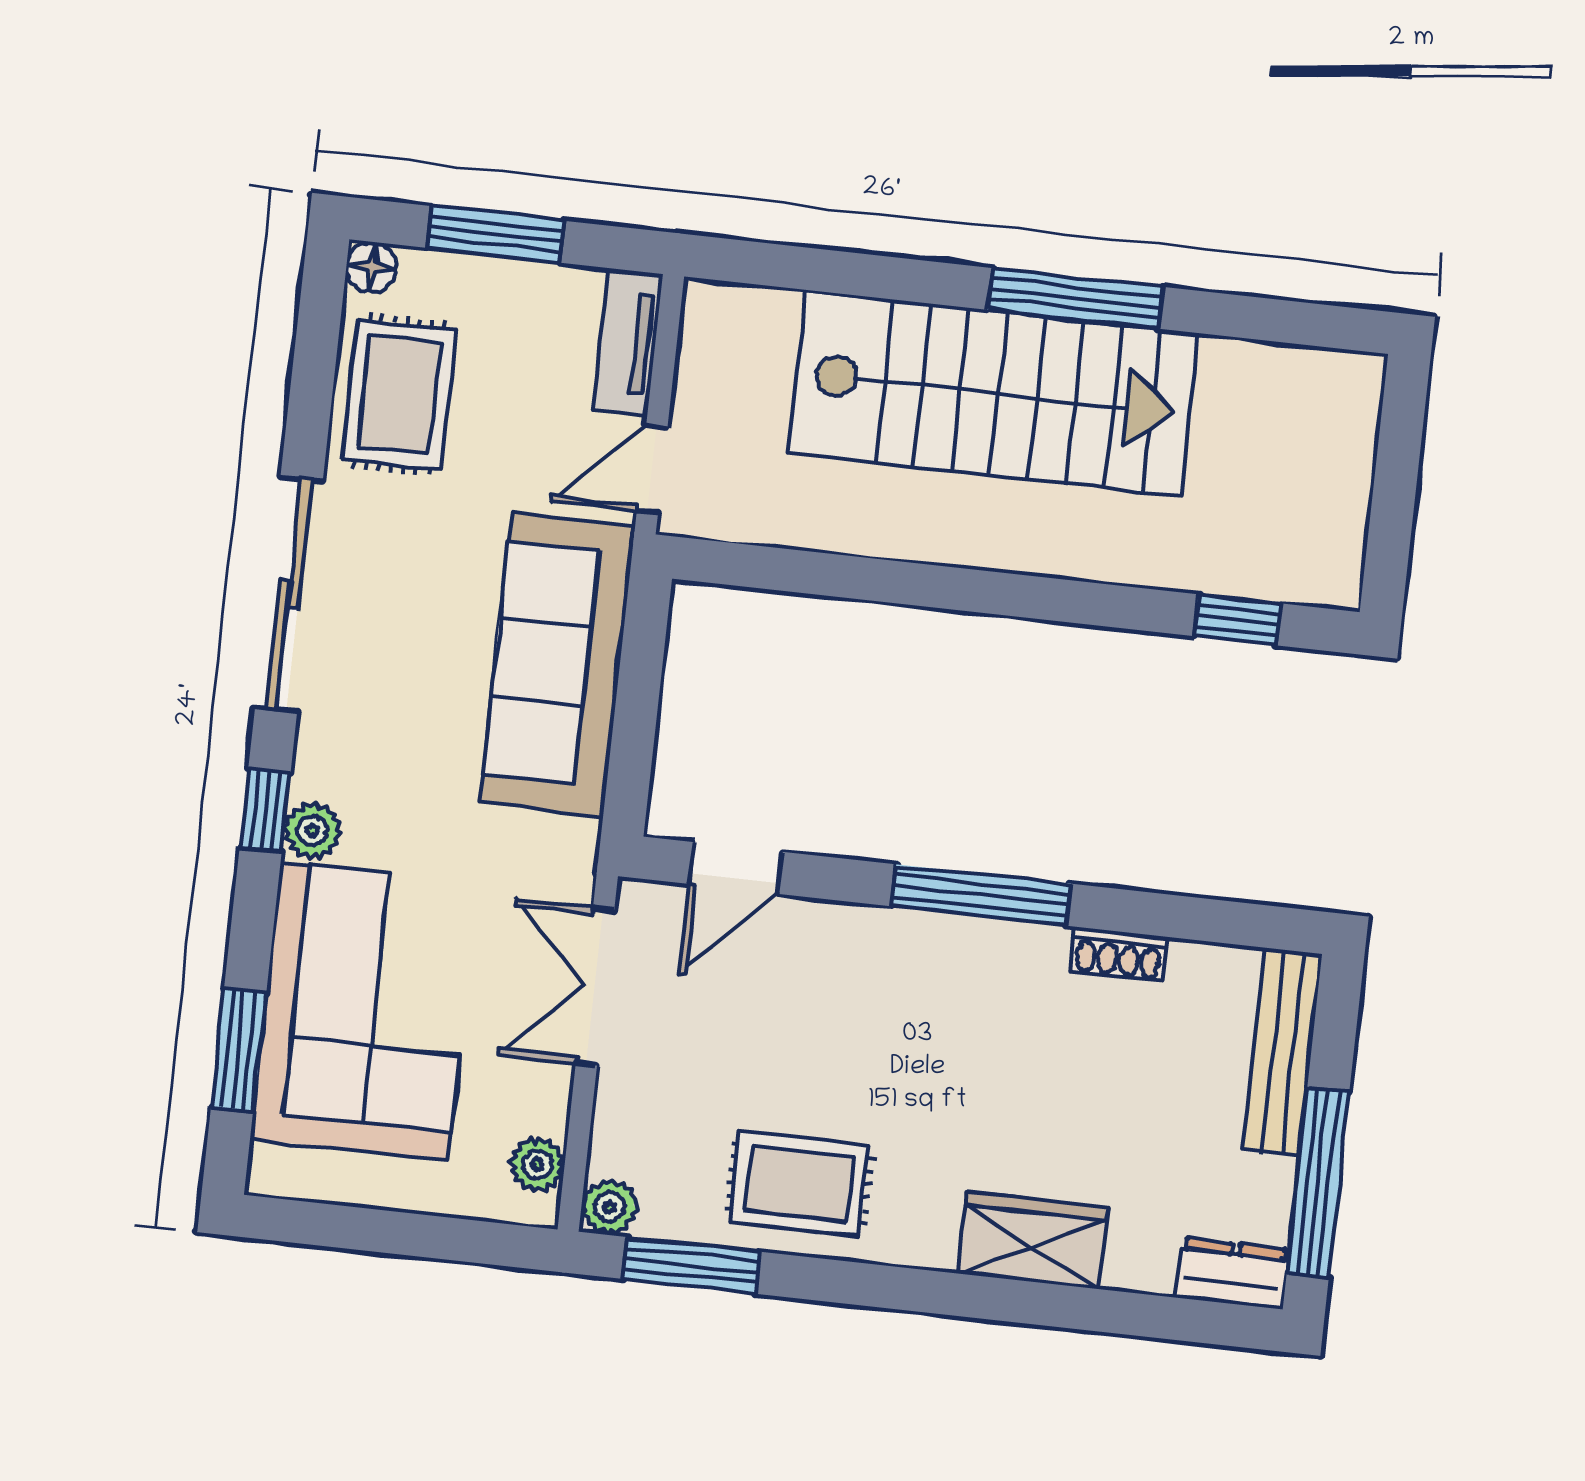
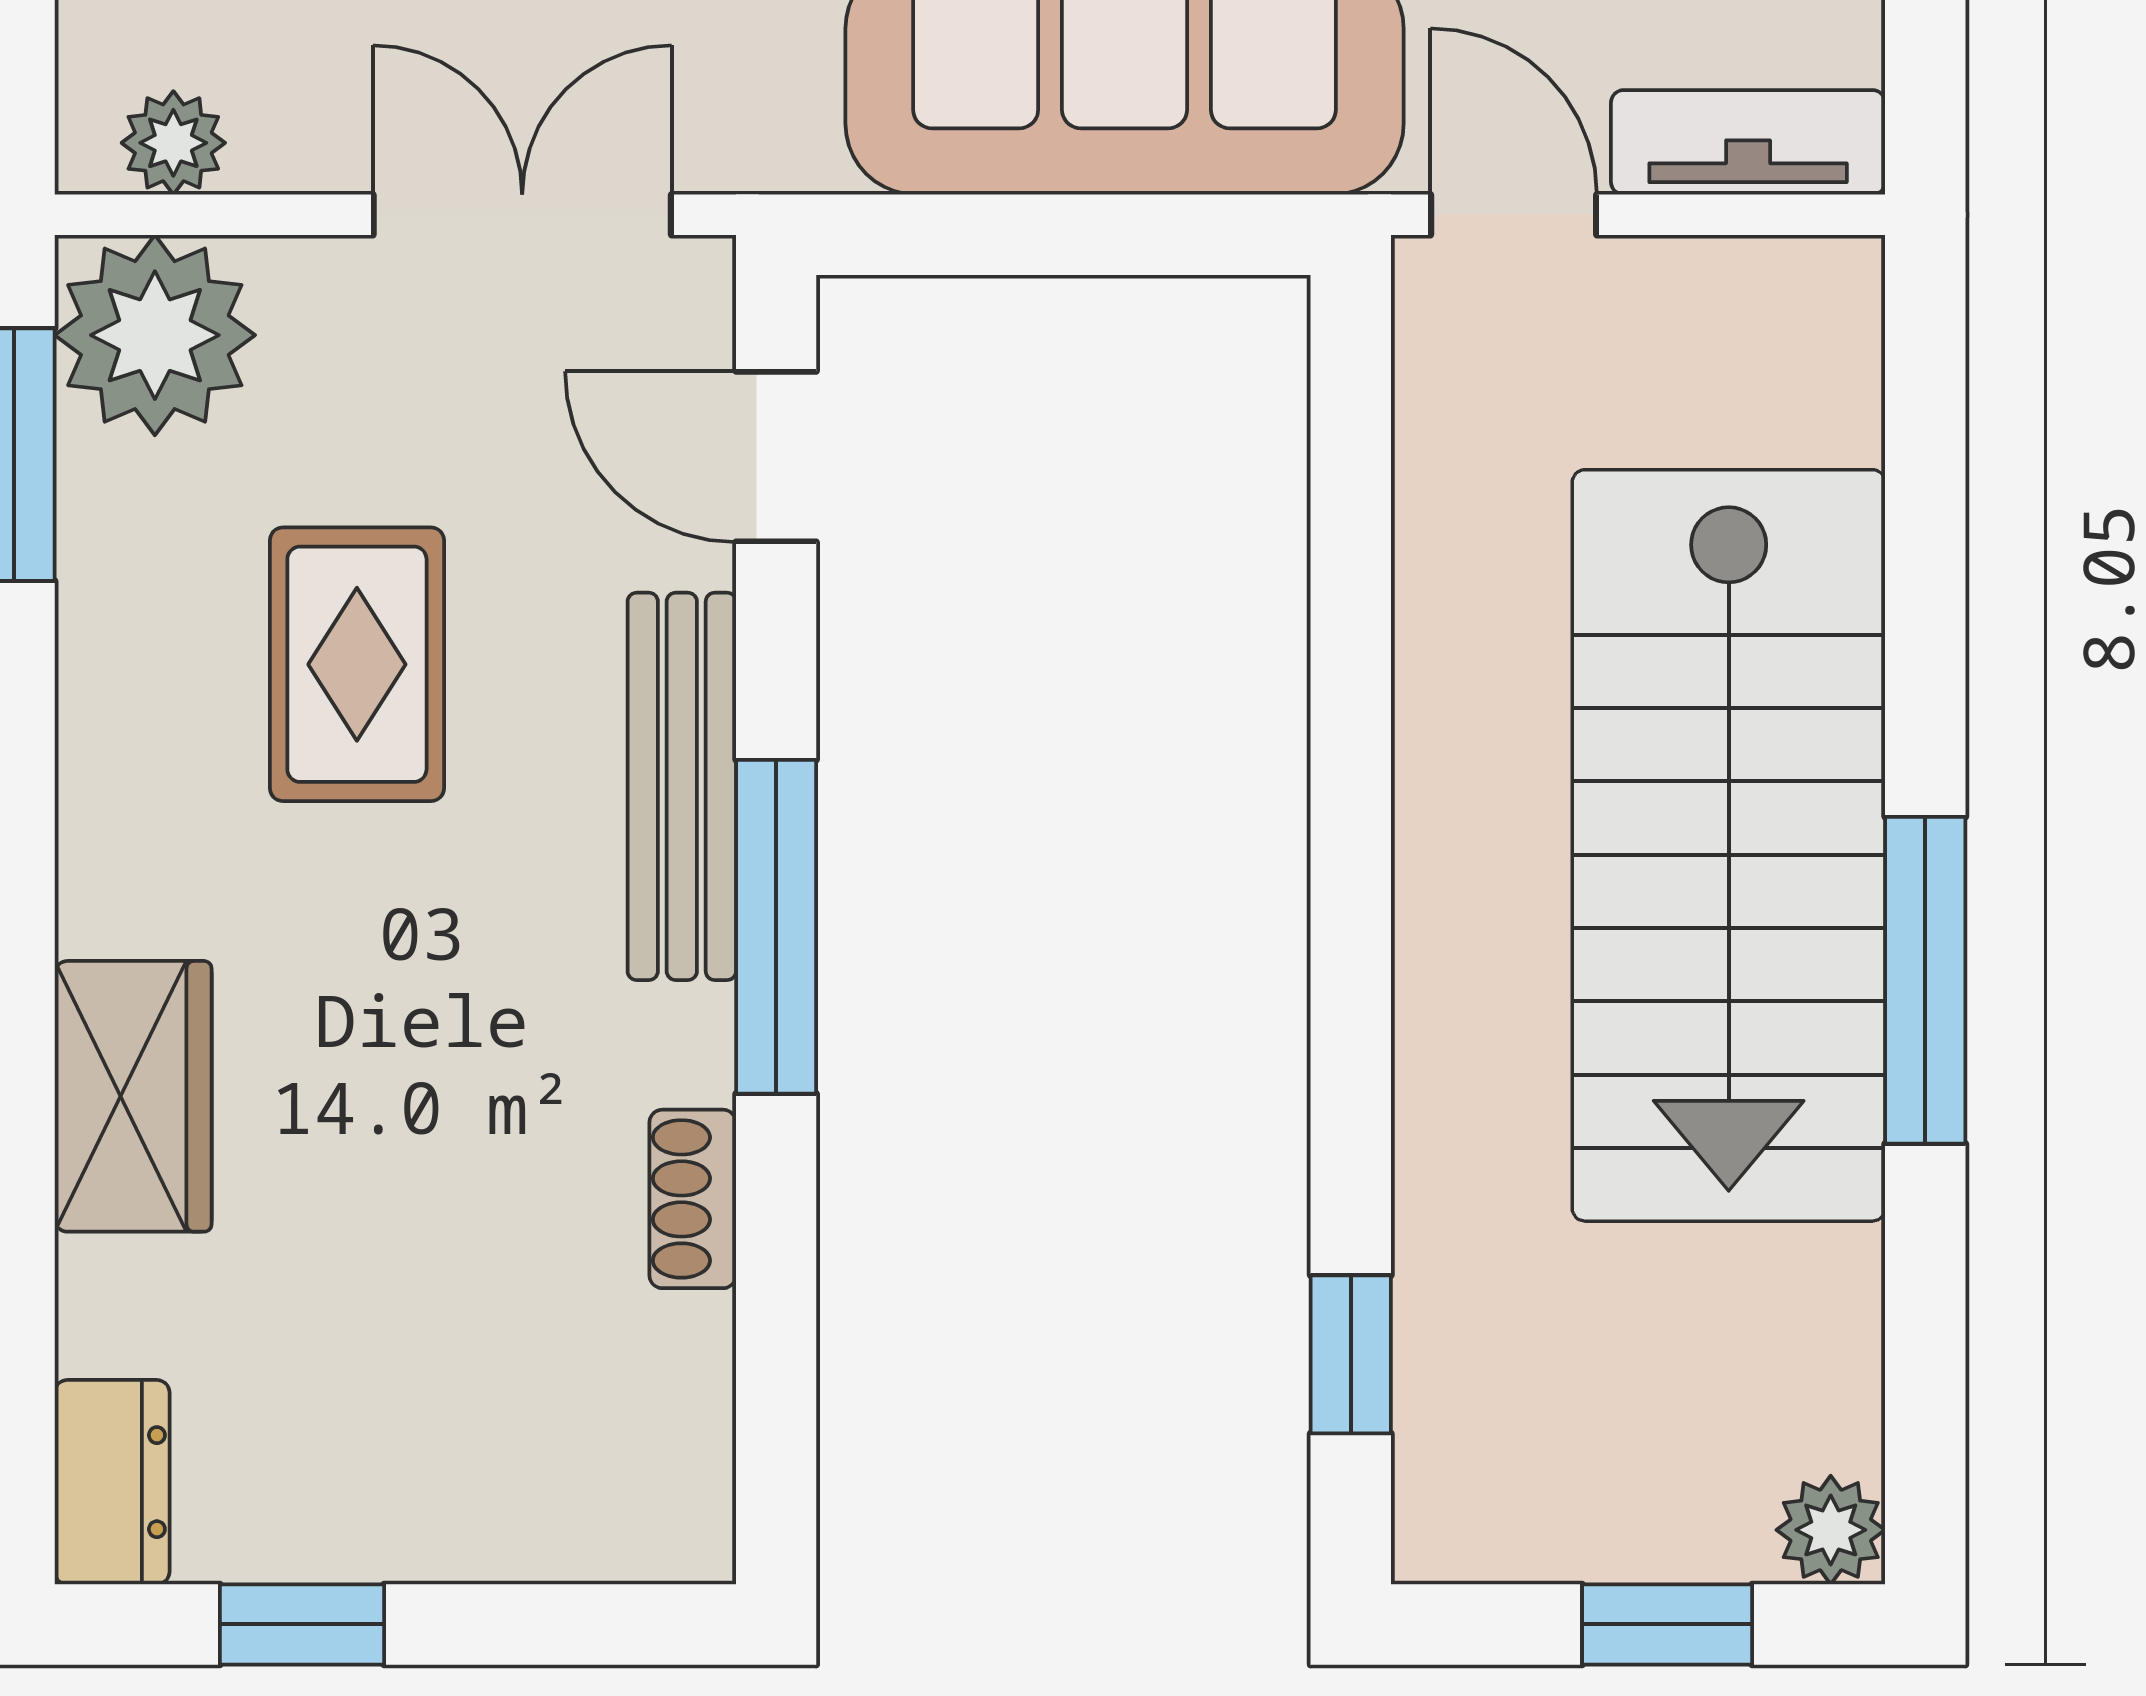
plant: (1357, 379) -> (1831, 1530), added
window: (1397, 470) -> (1667, 1624), added
bench: (1283, 1052) -> (682, 786), moved, turned 90
window: (1318, 1183) -> (302, 1624), width x0.46
rug: (799, 1184) -> (357, 664), moved
plant: (609, 1207) -> (155, 335), width x1.87, depth x1.87

